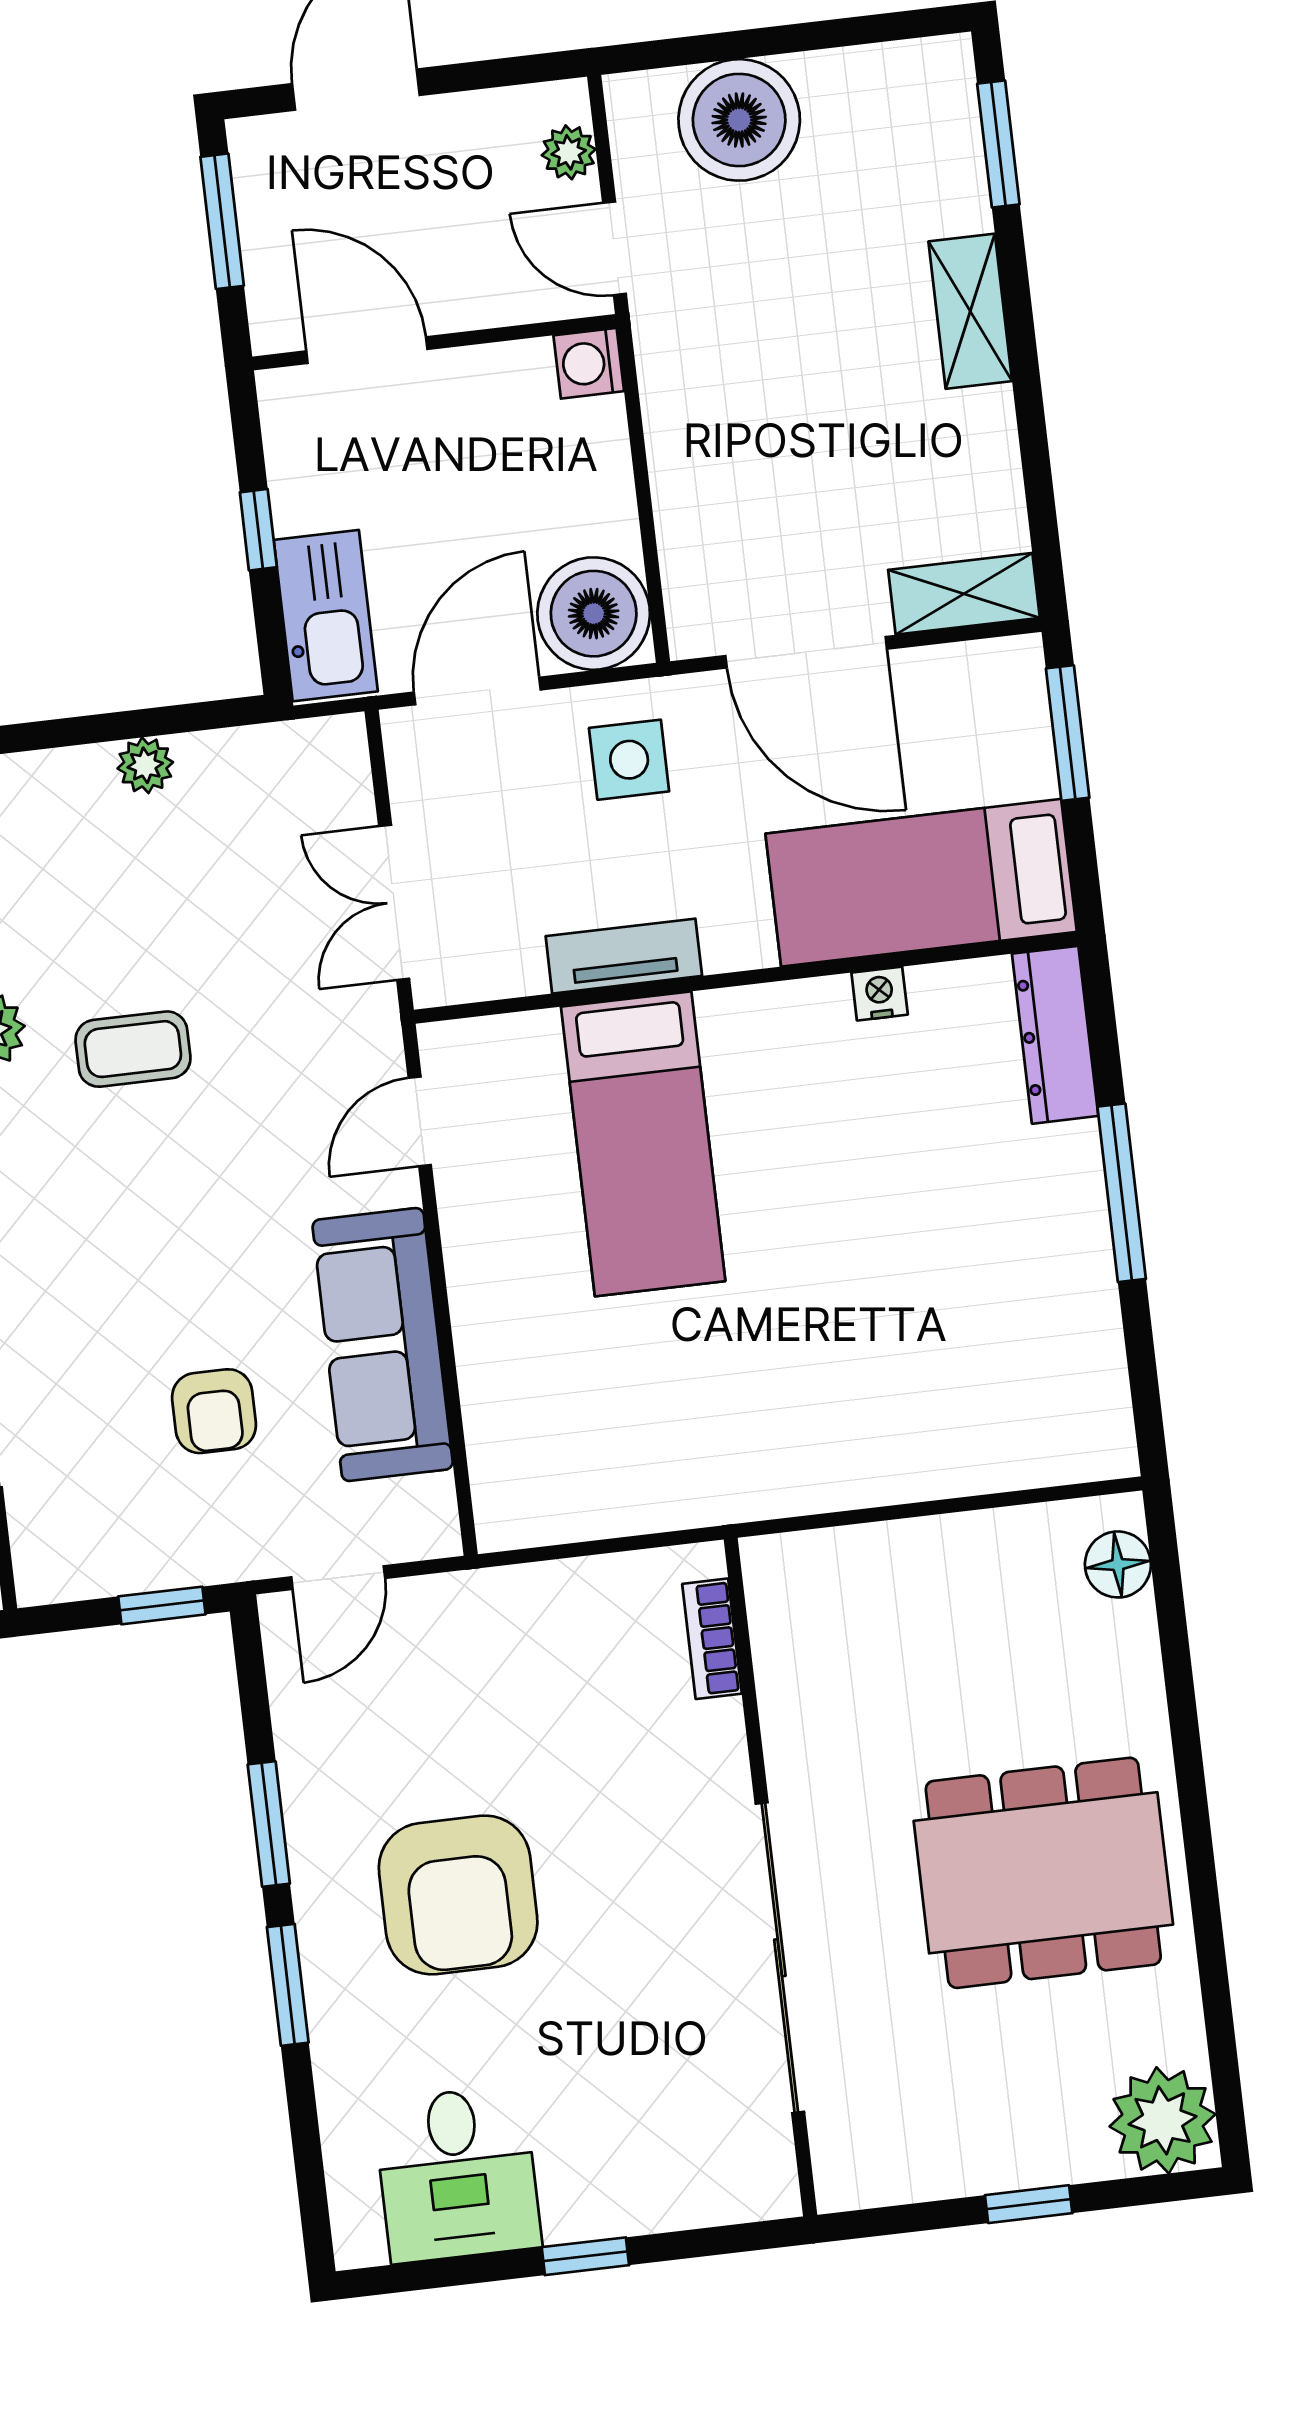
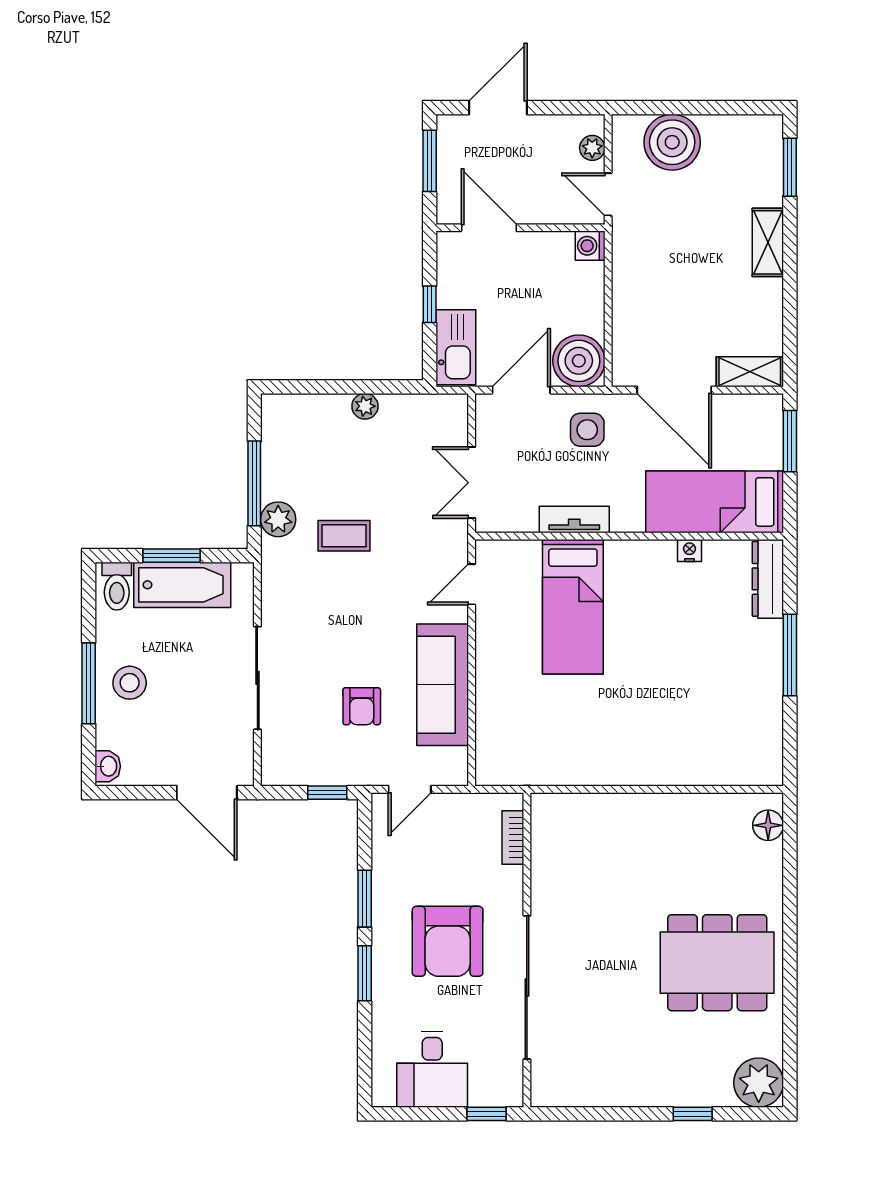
bookcase: (712, 1639) -> (513, 837), moved
wall: (770, 1877) -> (527, 950), moved
sliding door: (780, 1958) -> (527, 987), moved

